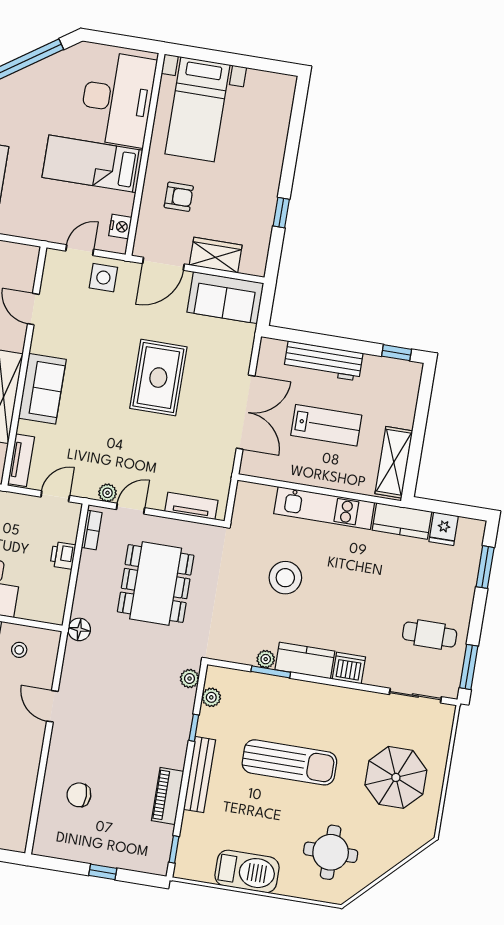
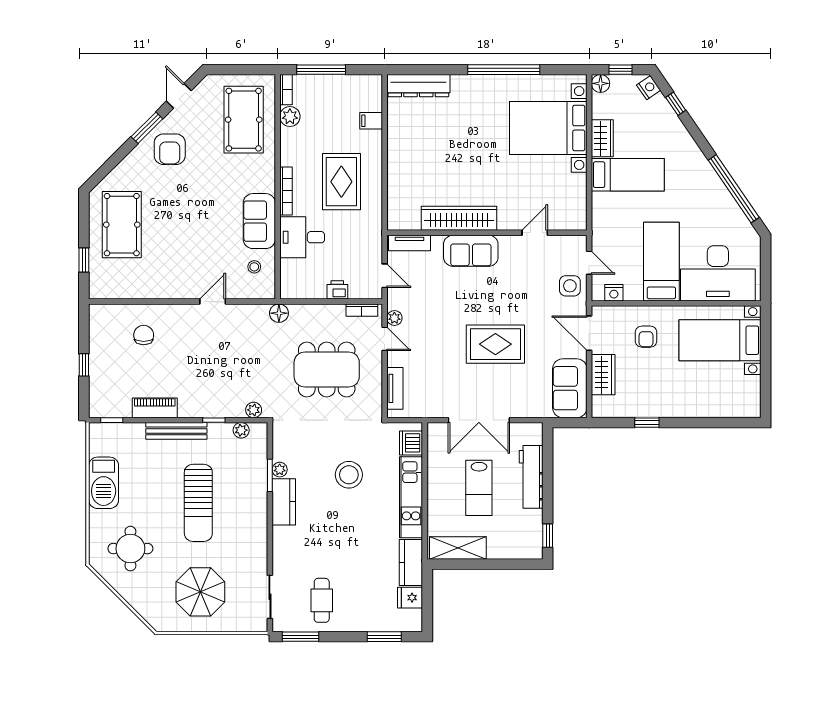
dishwasher: (349, 668) -> (411, 443), moved, turned 180

